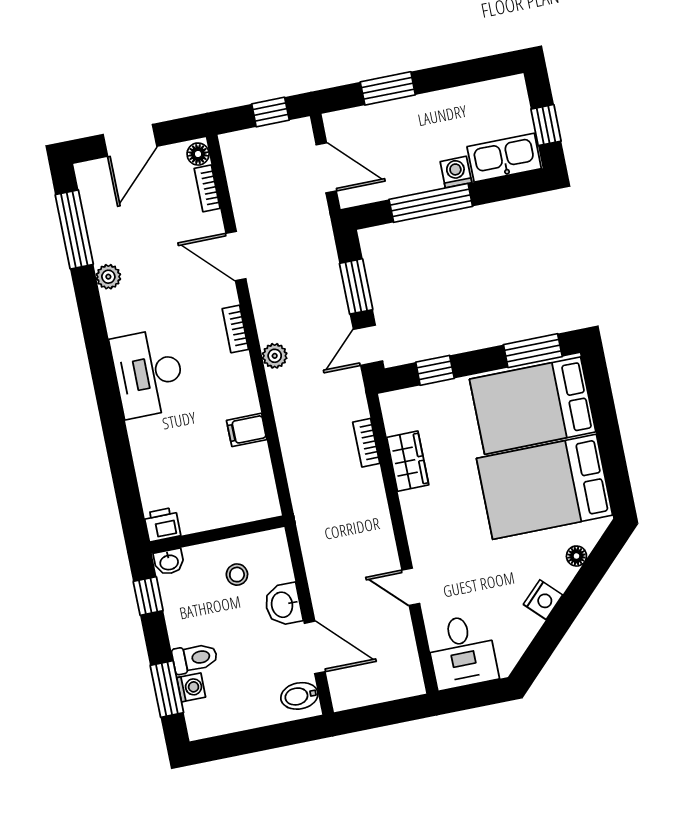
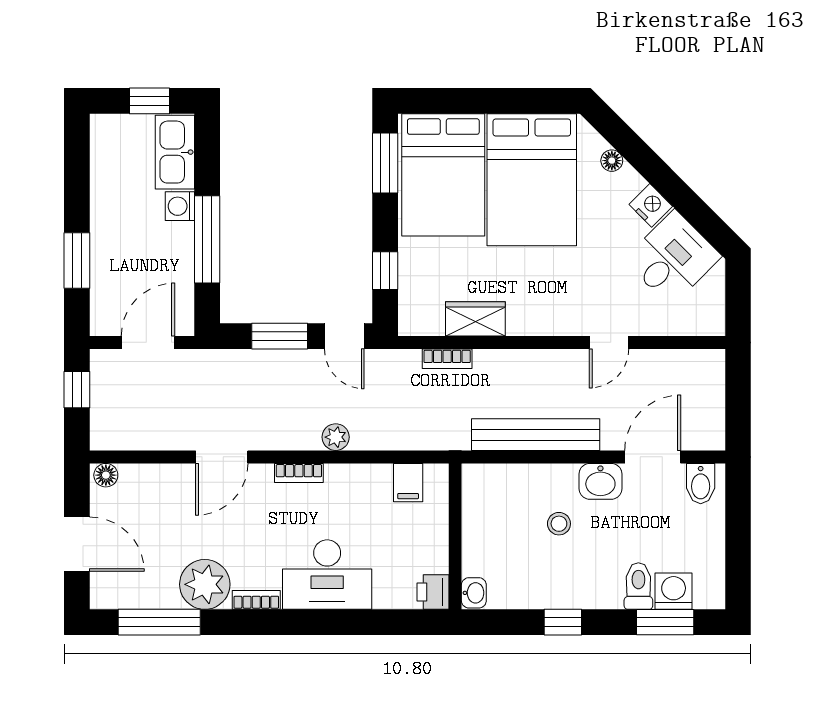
bookcase: (207, 188) -> (256, 600), moved, turned 180
plant: (108, 277) -> (205, 584), width x1.88, depth x1.88
printer: (162, 525) -> (433, 592), moved
wall: (217, 535) -> (455, 536), moved
bench: (314, 537) -> (536, 435), added
washbasin: (169, 562) -> (474, 593), moved
desk: (462, 652) -> (673, 258), moved, turned -45
washing machine: (191, 687) -> (674, 591), width x1.38, depth x1.38

